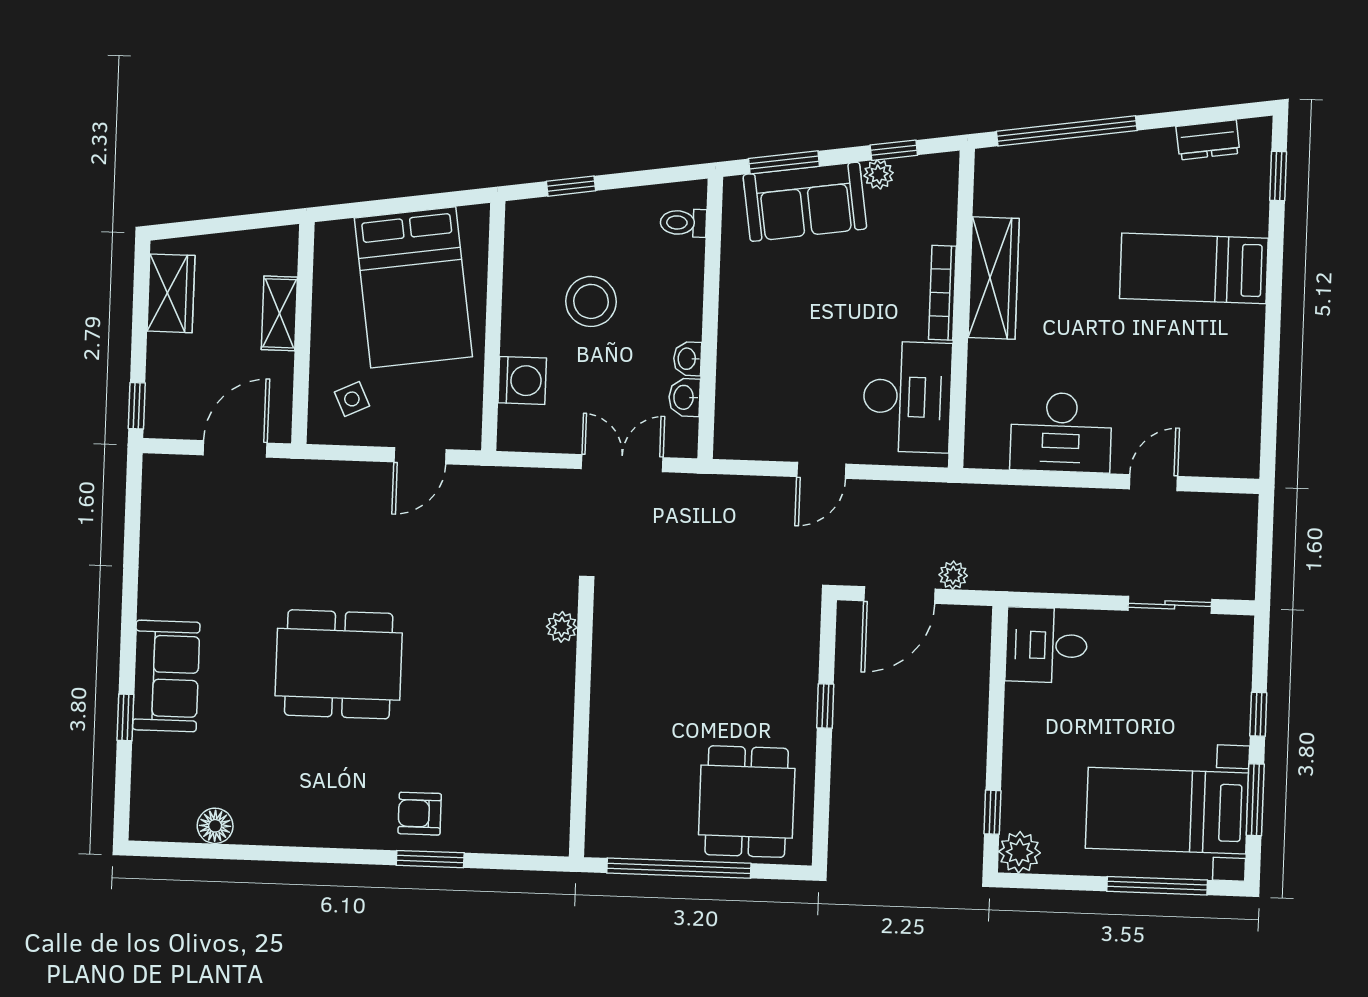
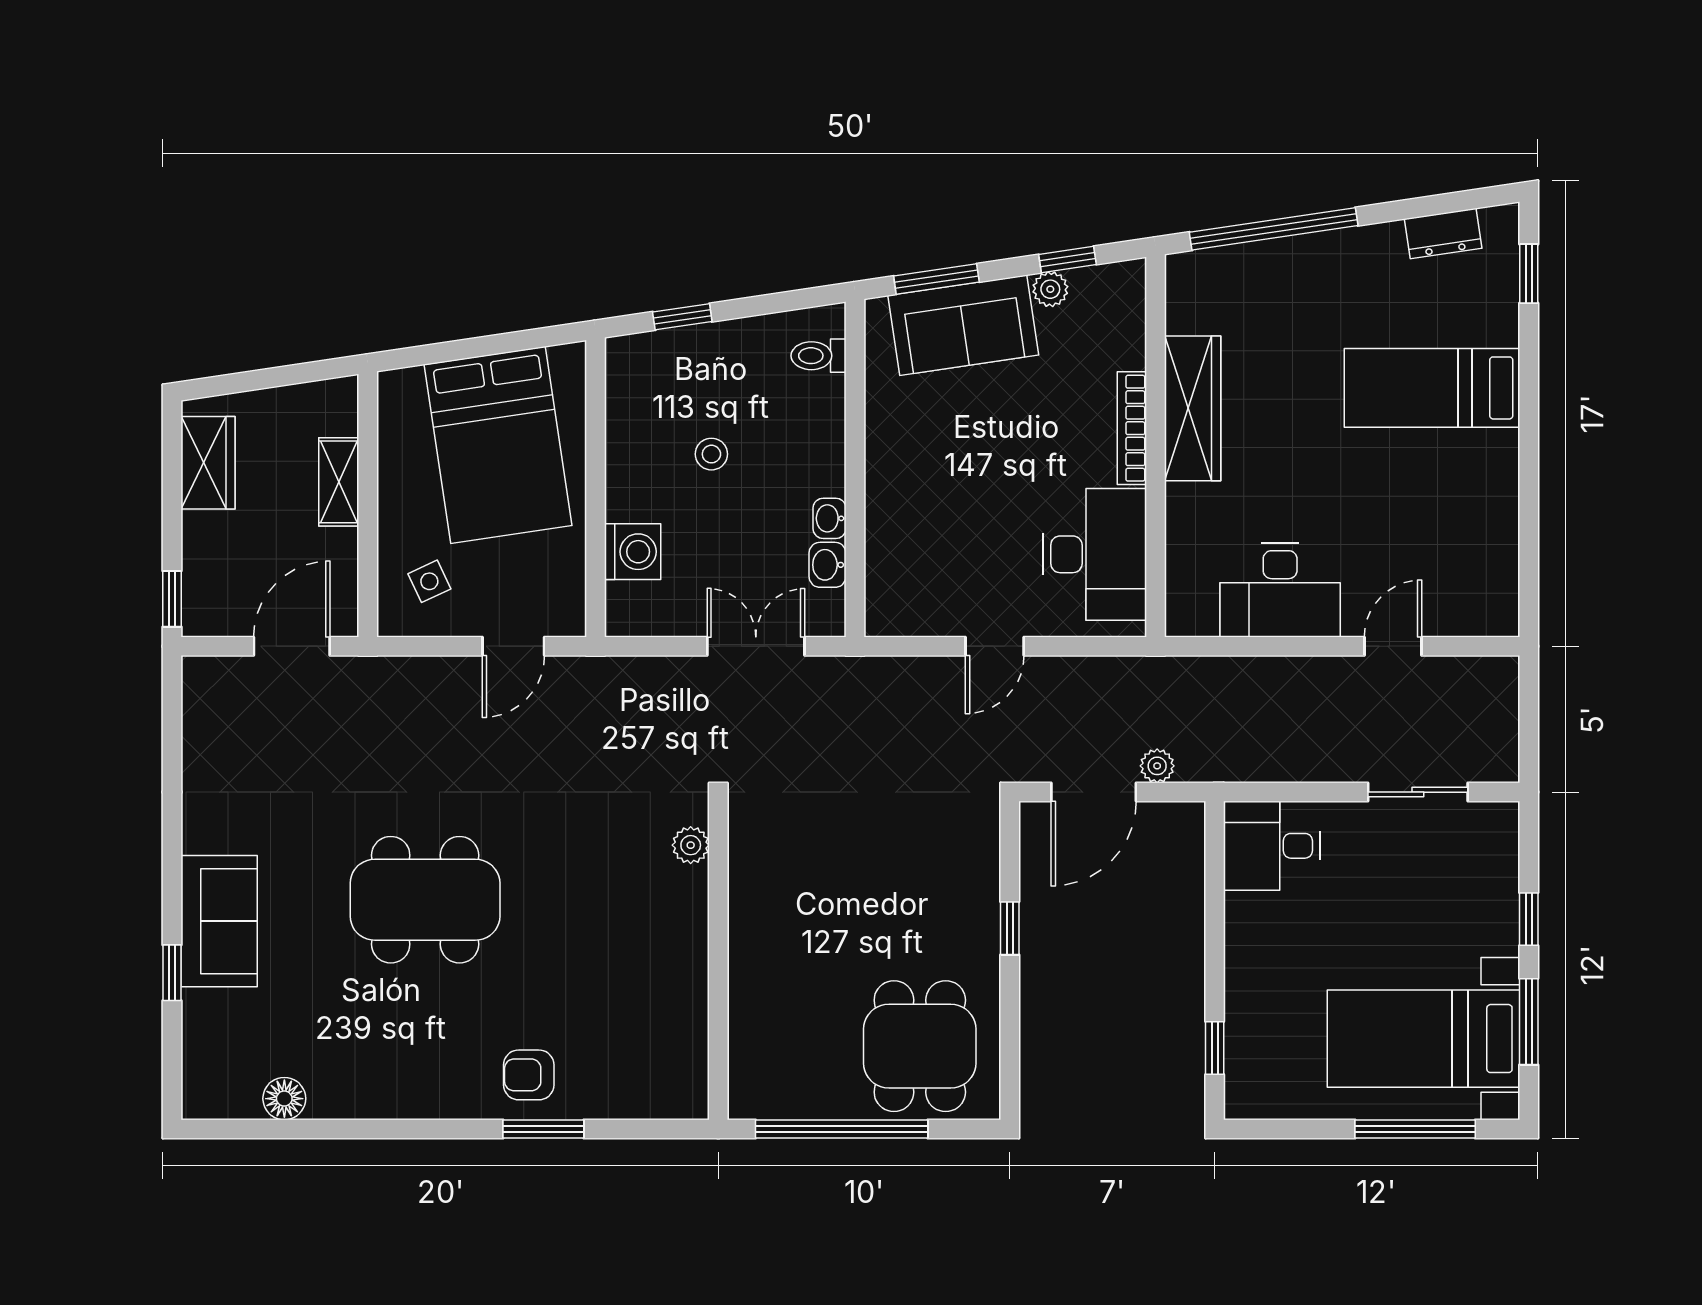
stool: (591, 301) -> (711, 454), width x0.53, depth x0.53
plant: (1019, 852) -> (1249, 1095), removed

